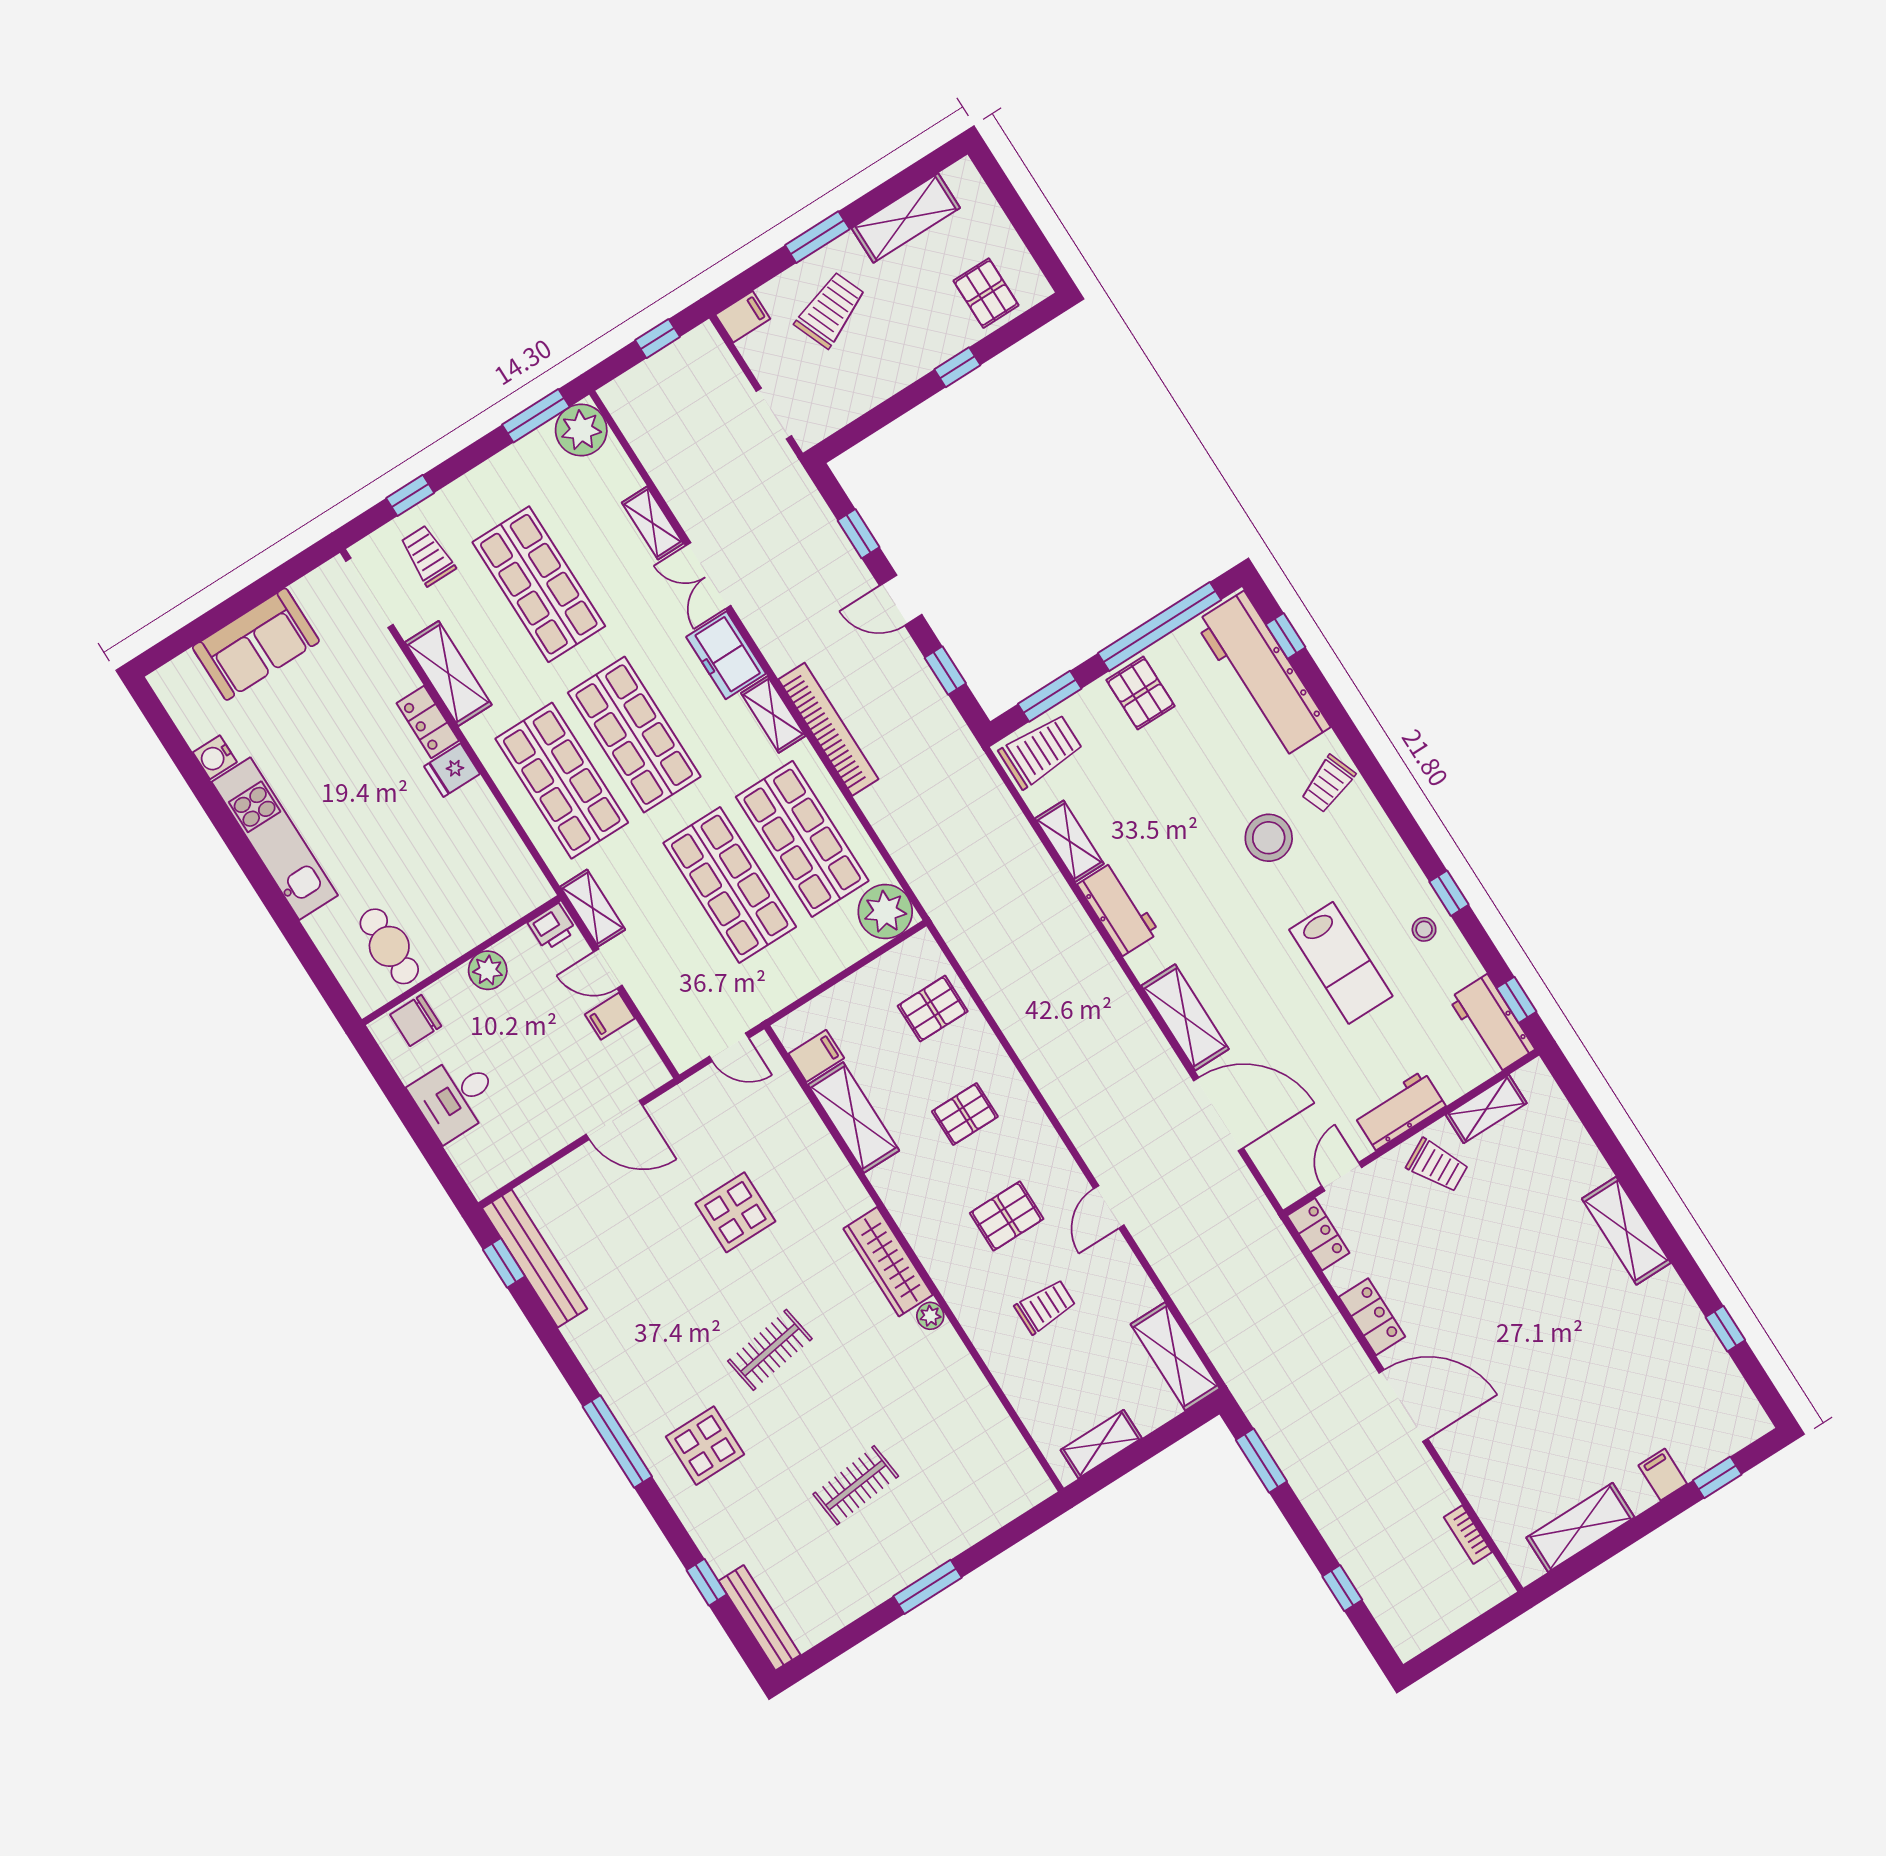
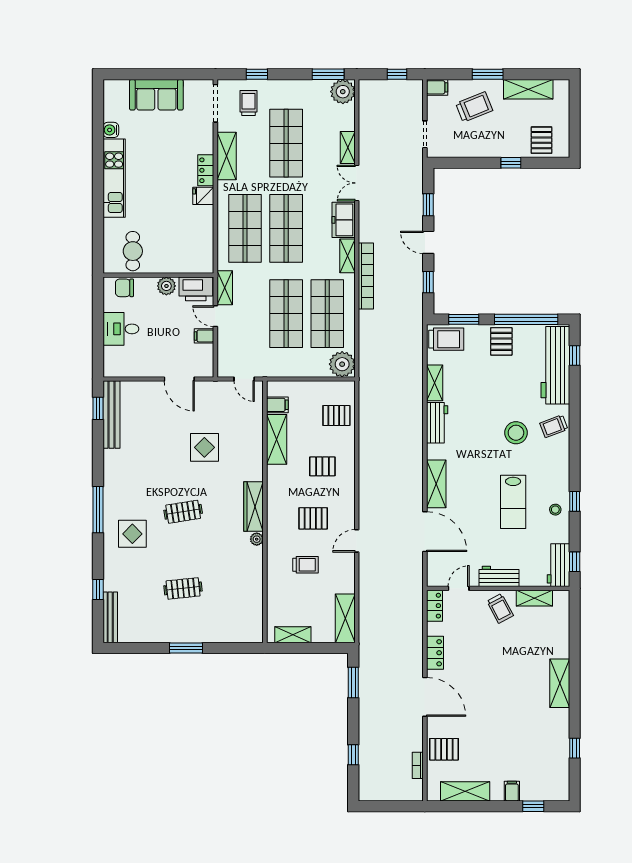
printer: (552, 927) -> (196, 289), width x1.87, depth x1.48
pallet: (1496, 1477) -> (444, 749), added

